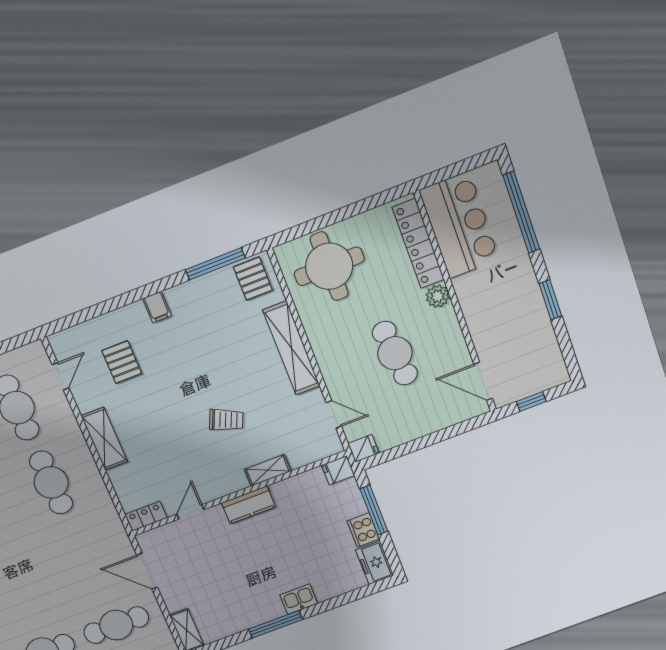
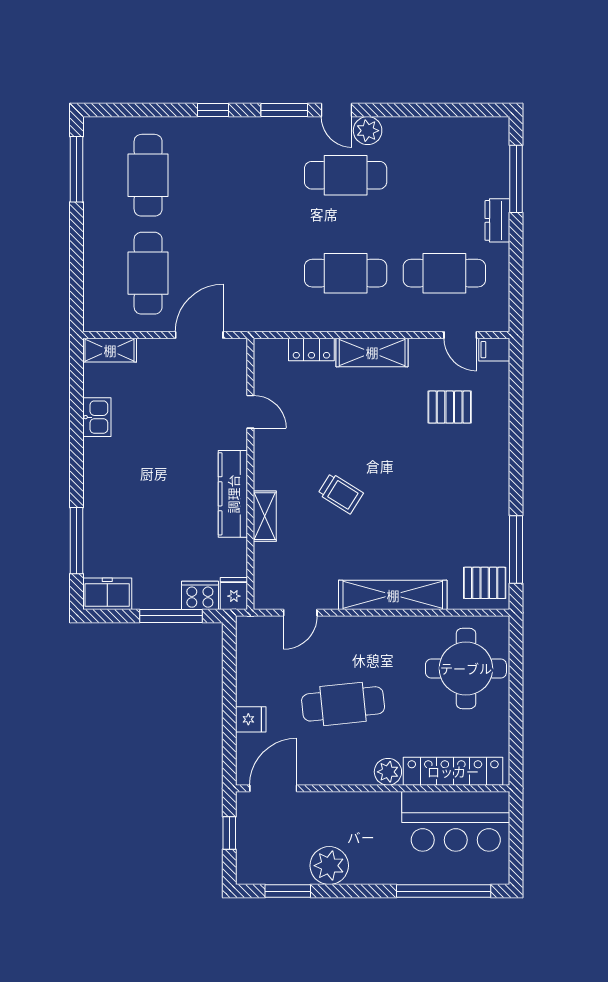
window: (550, 300) -> (288, 891), moved
filing cabinet: (157, 307) -> (494, 350), moved
plant: (531, 313) -> (329, 866), added
trolley: (226, 420) -> (341, 493), turned -81
fridge: (364, 448) -> (251, 719), moved, turned -90
kitchen counter: (249, 505) -> (233, 494), width x1.50
locker: (146, 516) -> (311, 350), moved, turned 90
cooker: (363, 530) -> (200, 595), moved
kitchen sink: (299, 599) -> (97, 417), moved
window: (276, 624) -> (76, 541), moved

